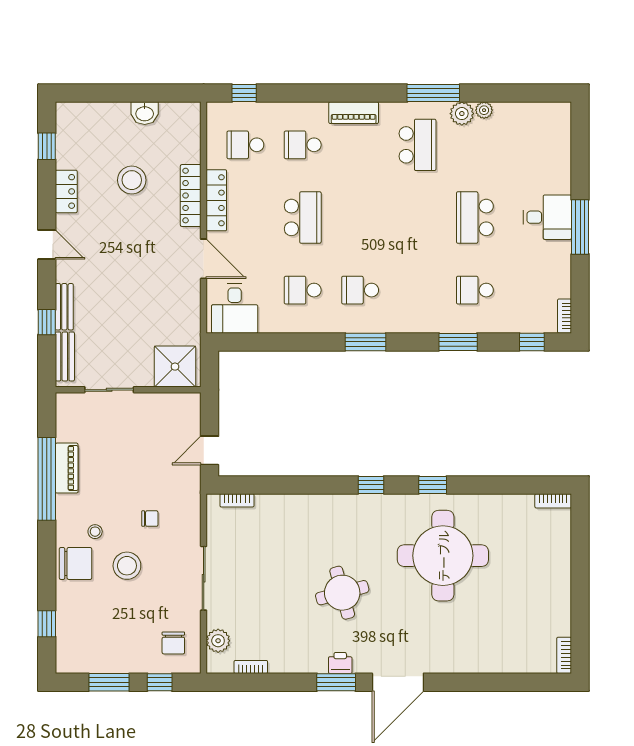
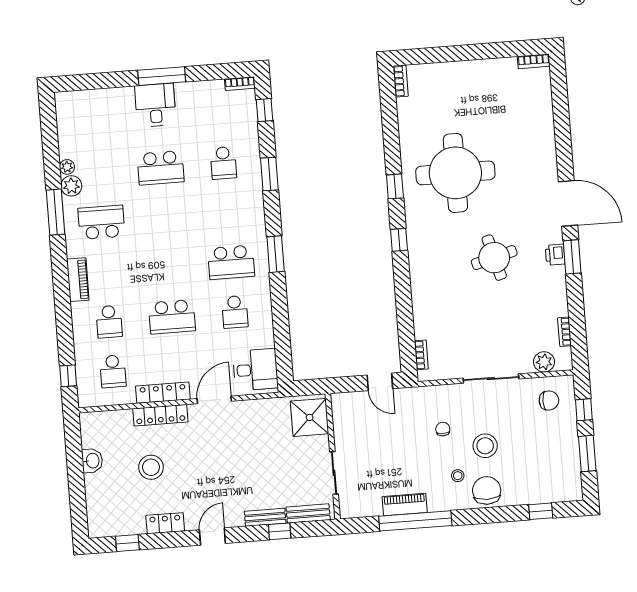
school desk: (303, 217) -> (172, 317), turned 180
school desk: (360, 290) -> (231, 262), width x1.85

